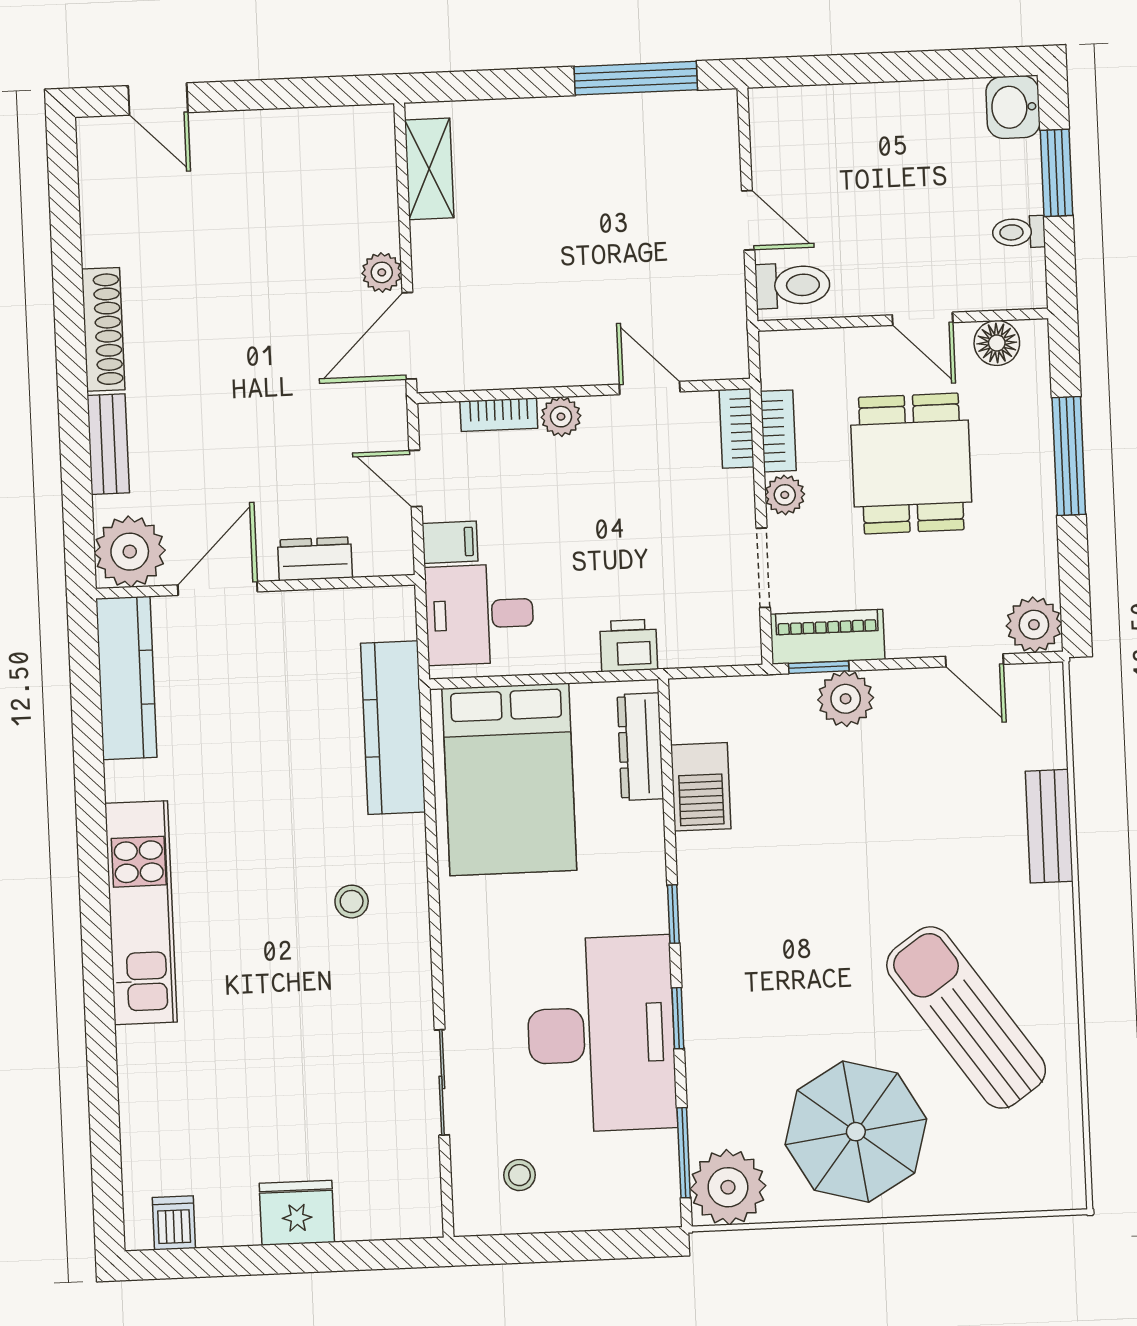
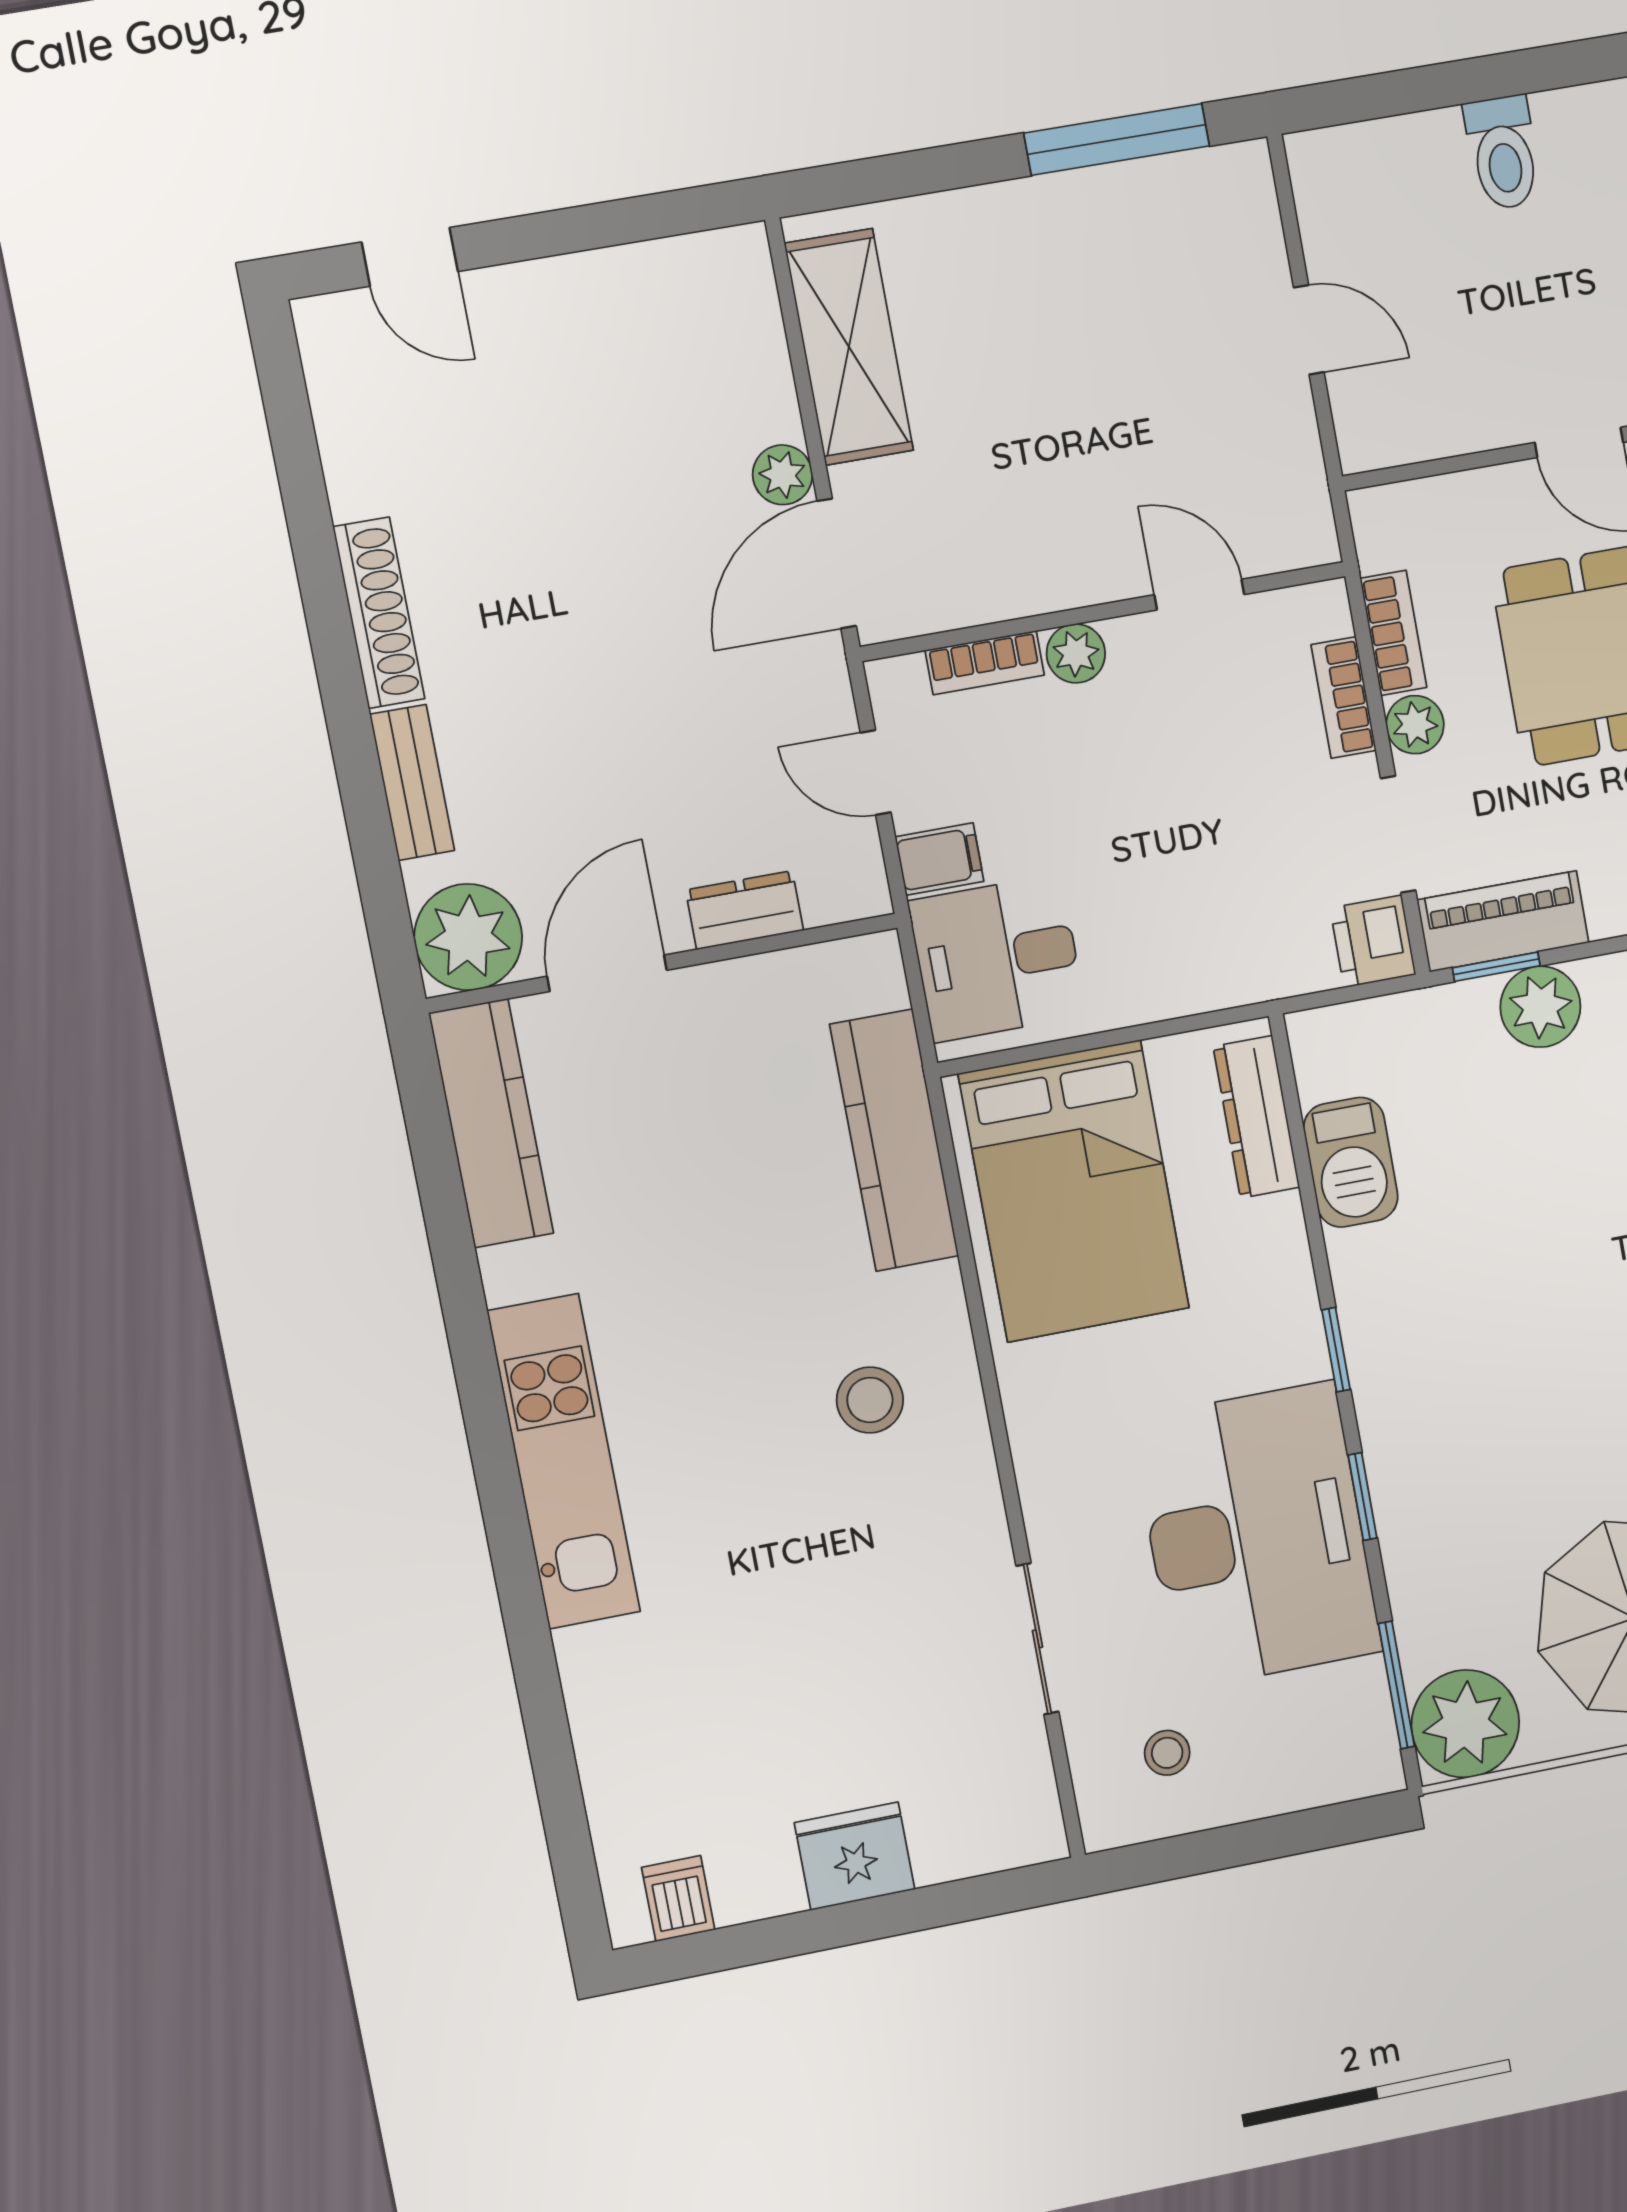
shelving: (429, 169) -> (849, 347), width x1.50, depth x1.33
toilet: (793, 285) -> (1503, 153), moved, turned 90
bookcase: (737, 428) -> (1344, 698), moved
printer: (629, 645) -> (1373, 941), moved, turned -90
stool: (352, 902) -> (870, 1400), width x1.37, depth x1.37

